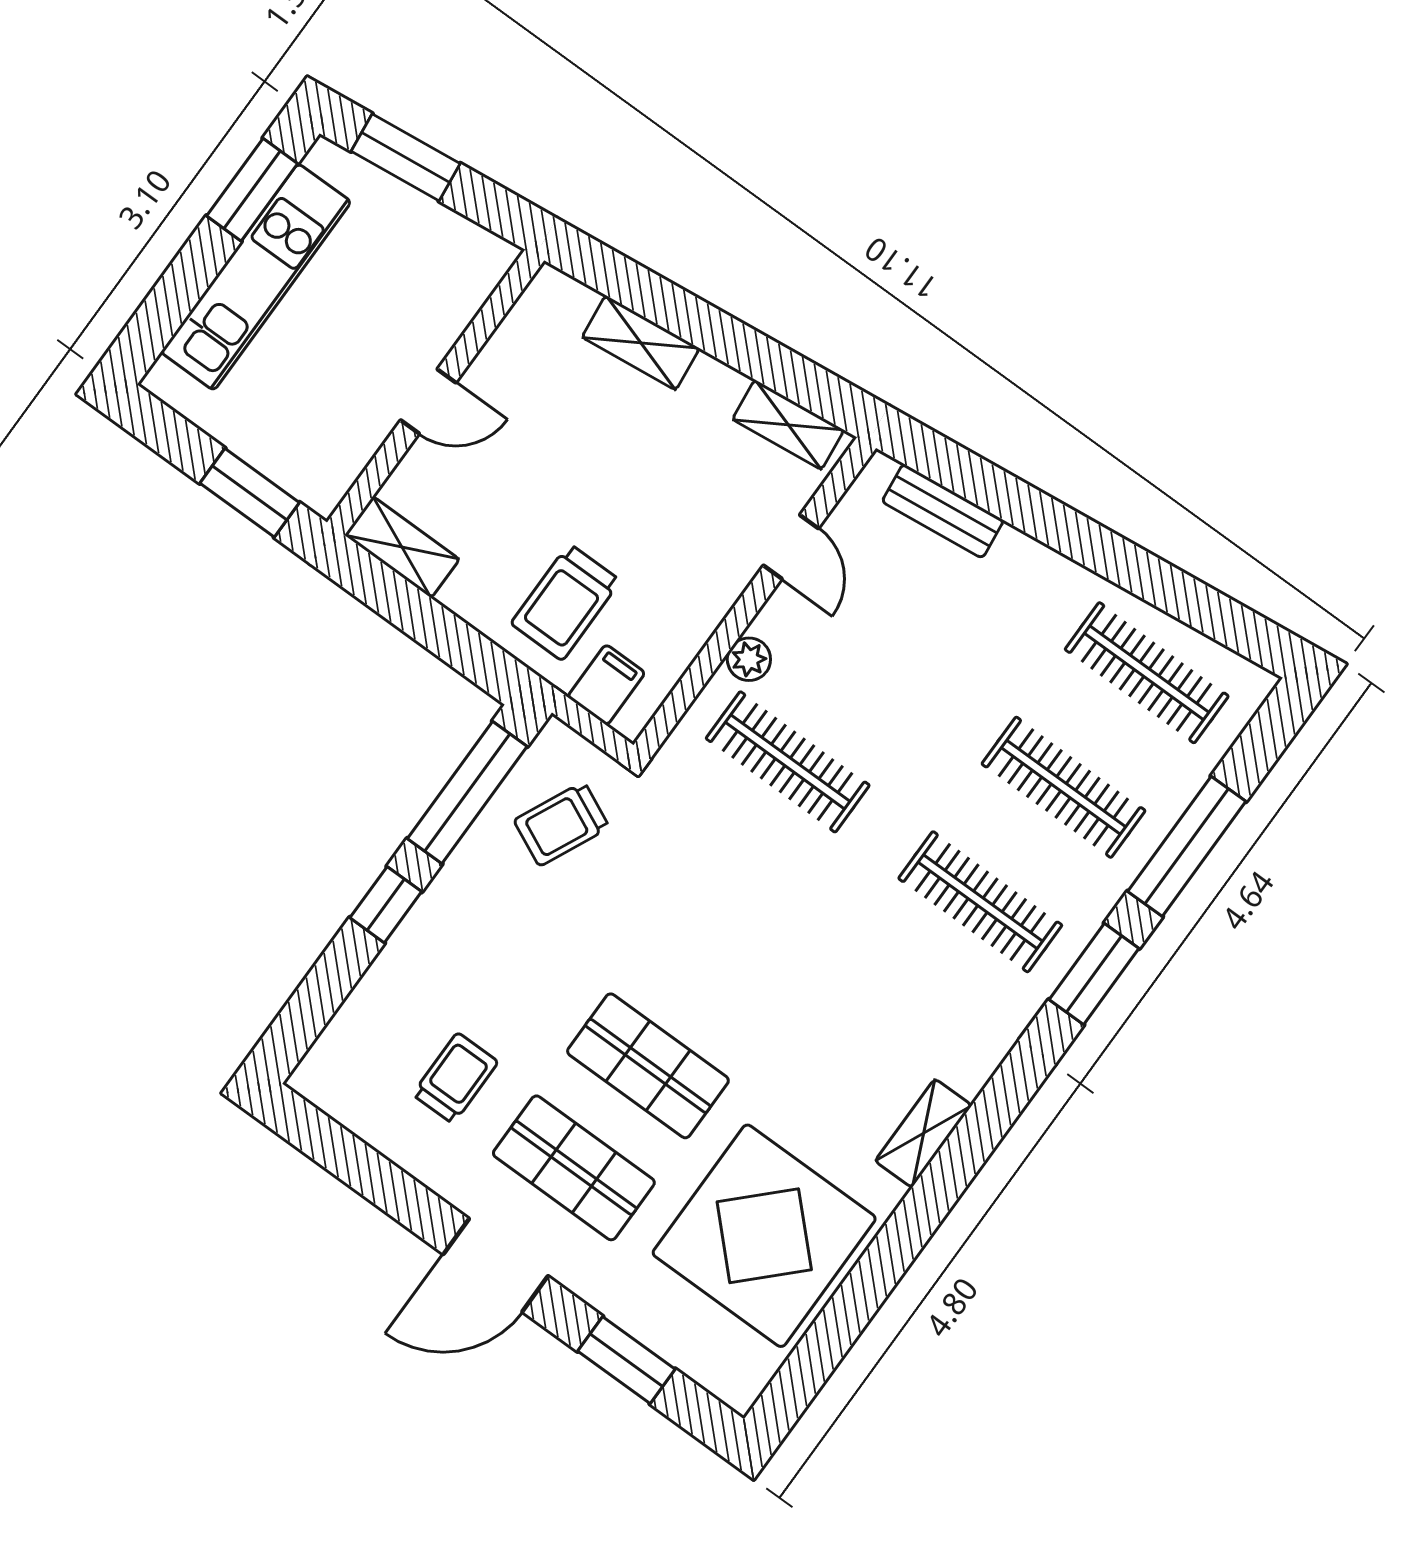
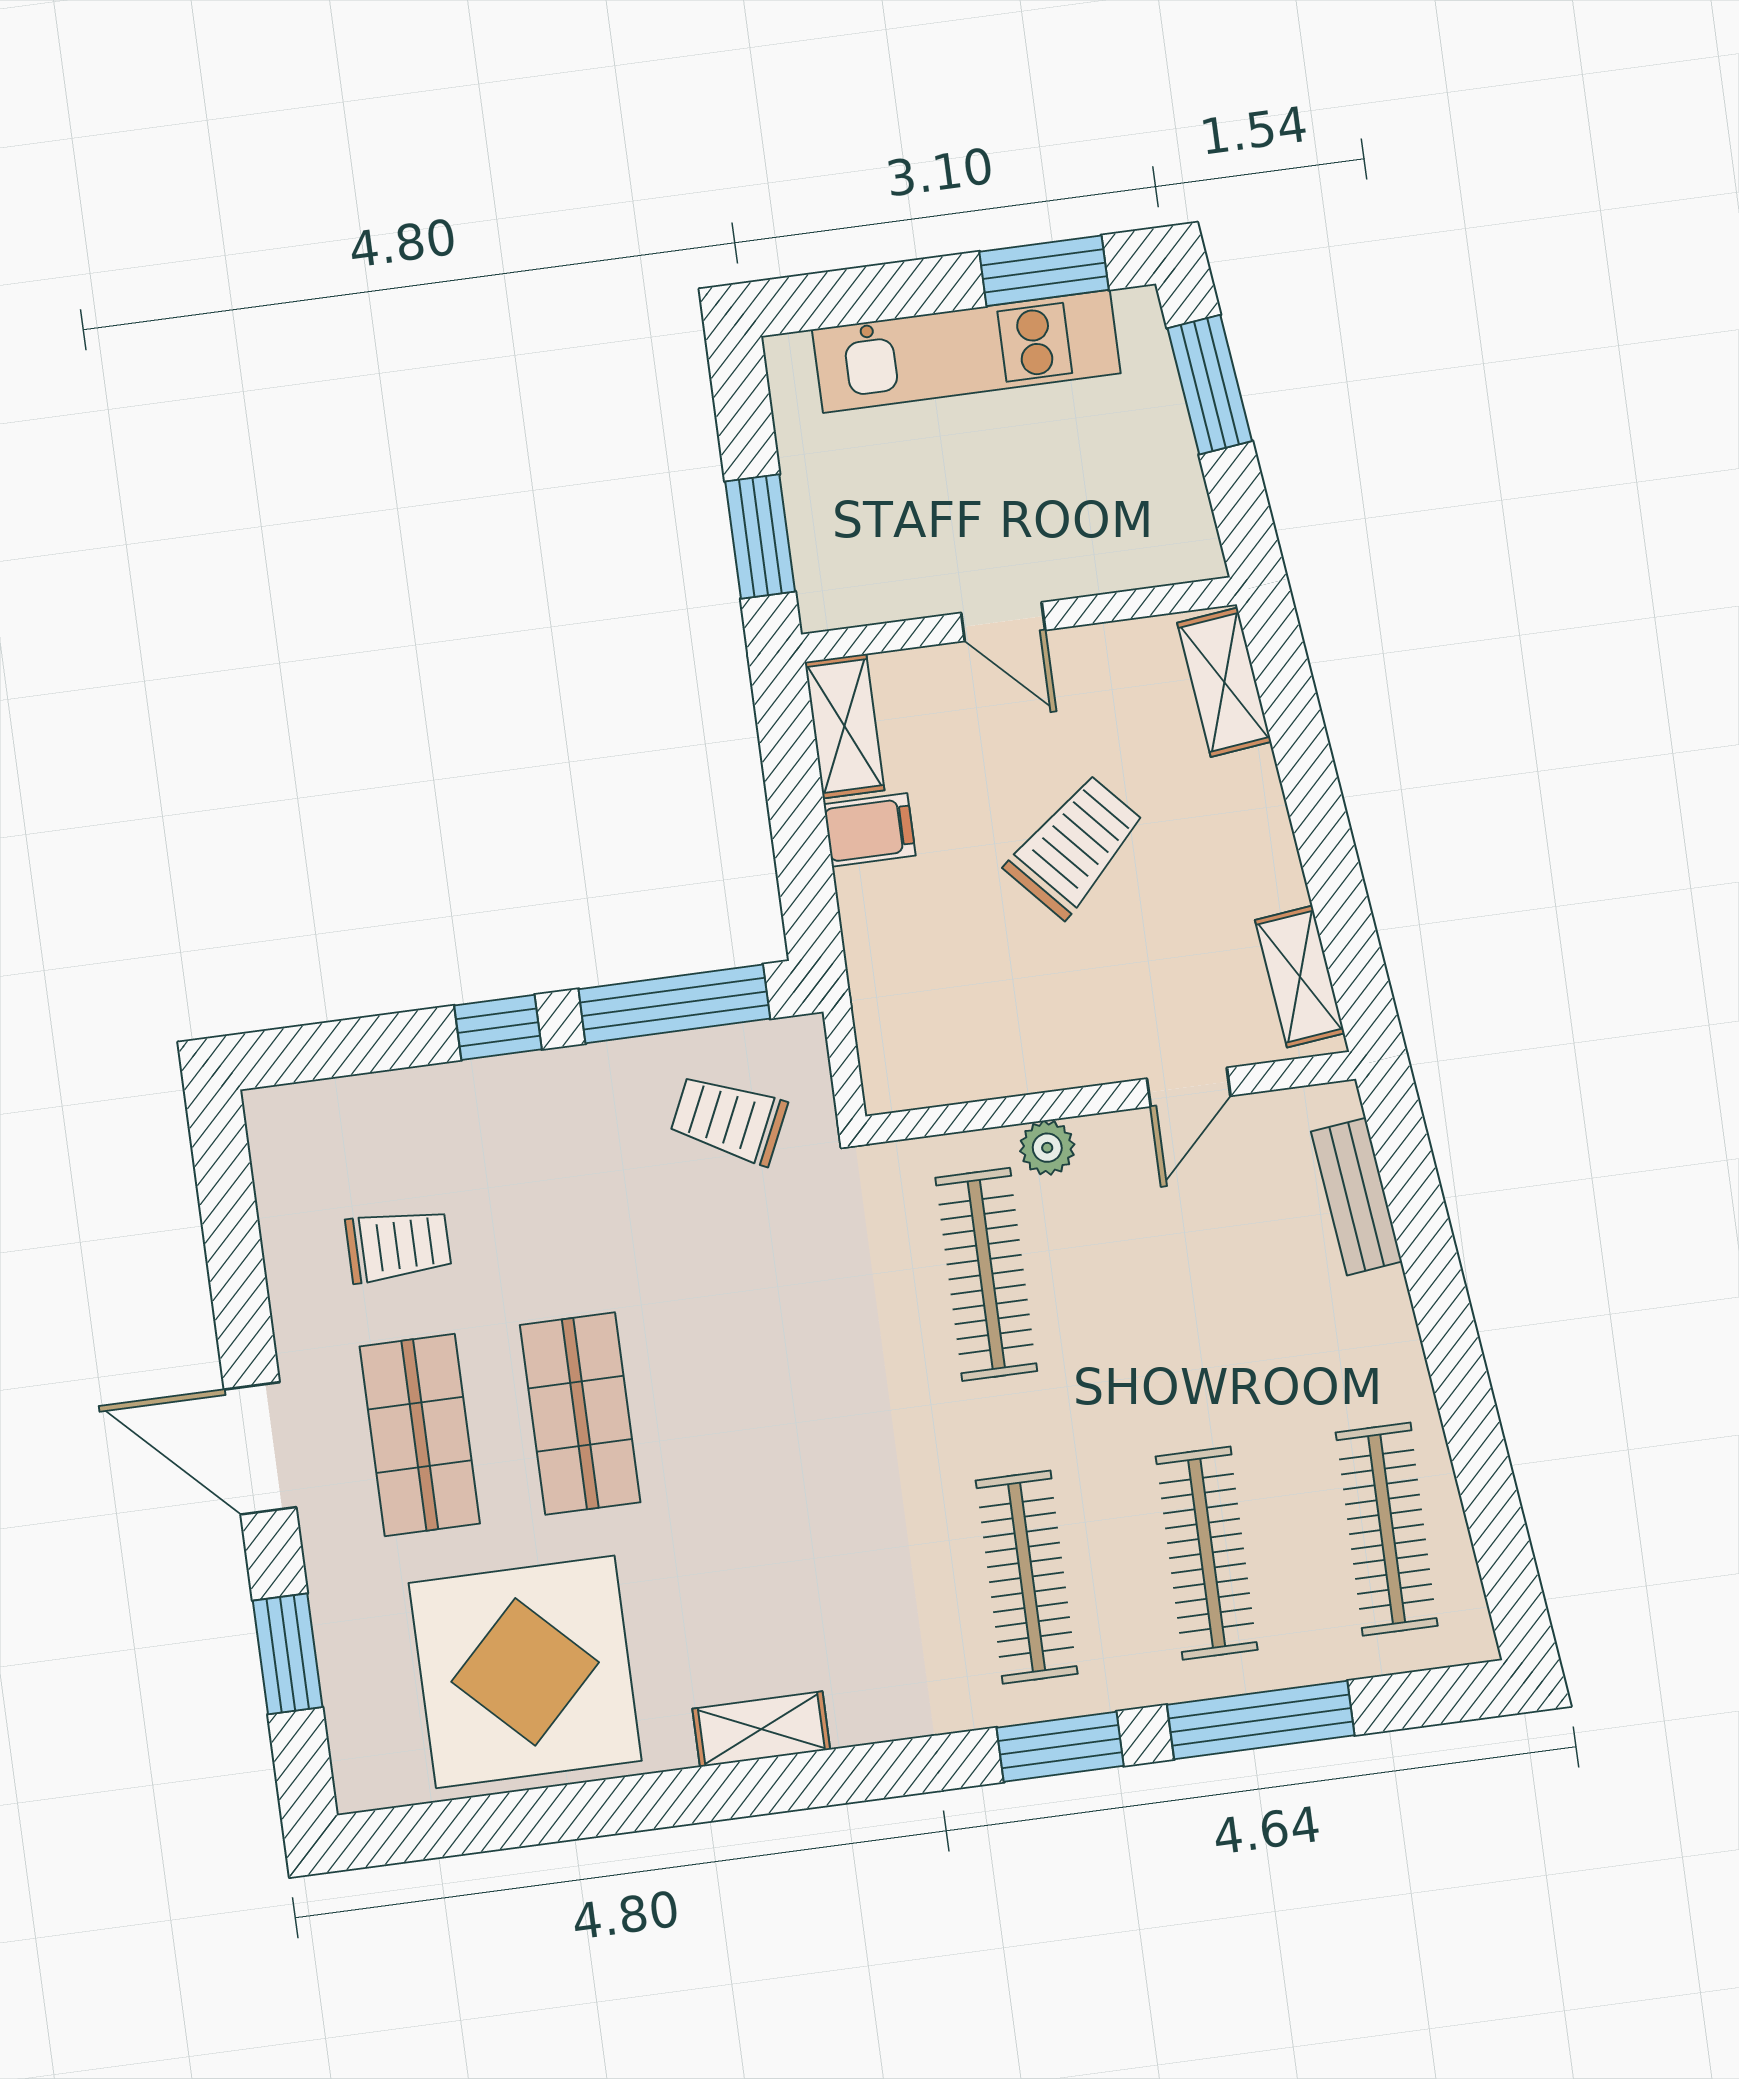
shelving: (641, 343) -> (1224, 682), moved
trolley: (566, 602) -> (1075, 846), moved, turned 138
filing cabinet: (606, 685) -> (870, 830), moved

